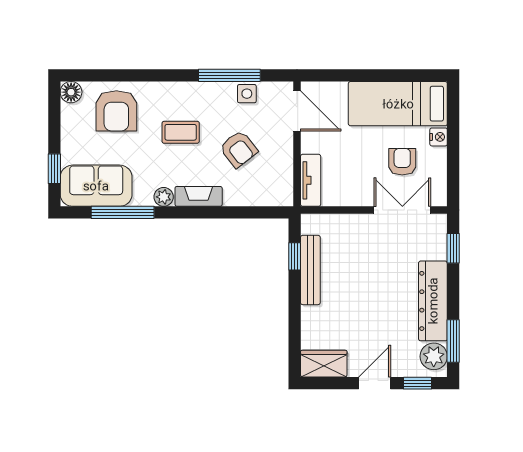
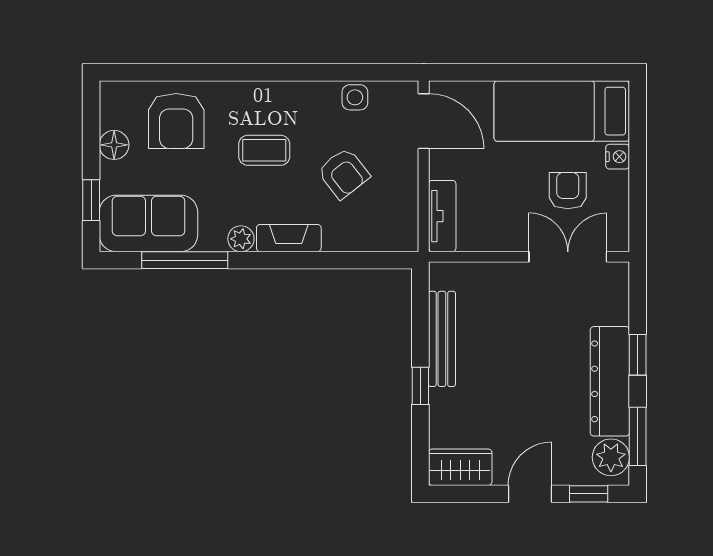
window: (229, 75) -> (331, 72), removed
floor lamp: (71, 92) -> (114, 145), moved
window: (453, 248) -> (638, 355), moved
window: (295, 256) -> (420, 386), moved

